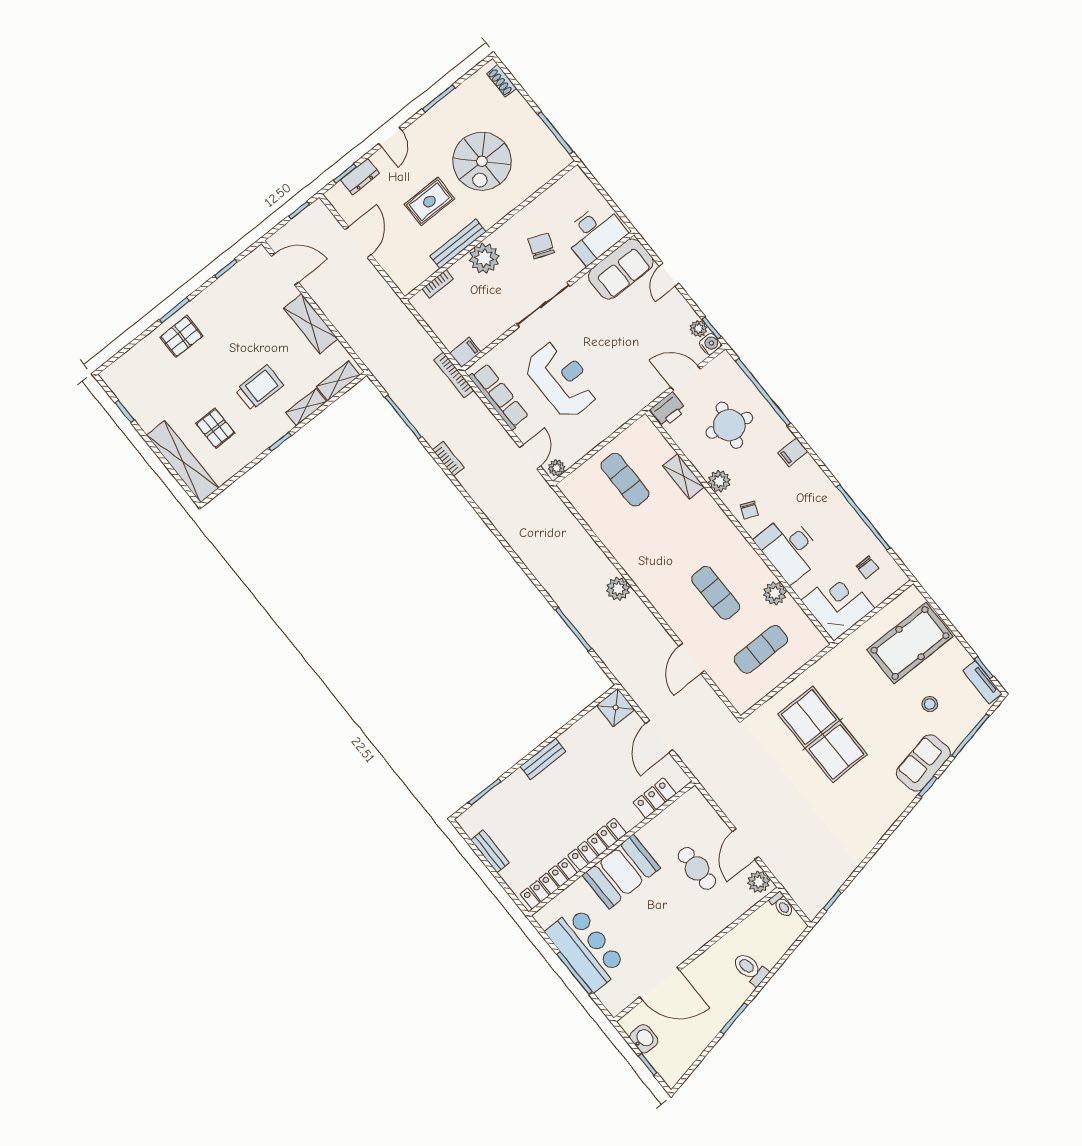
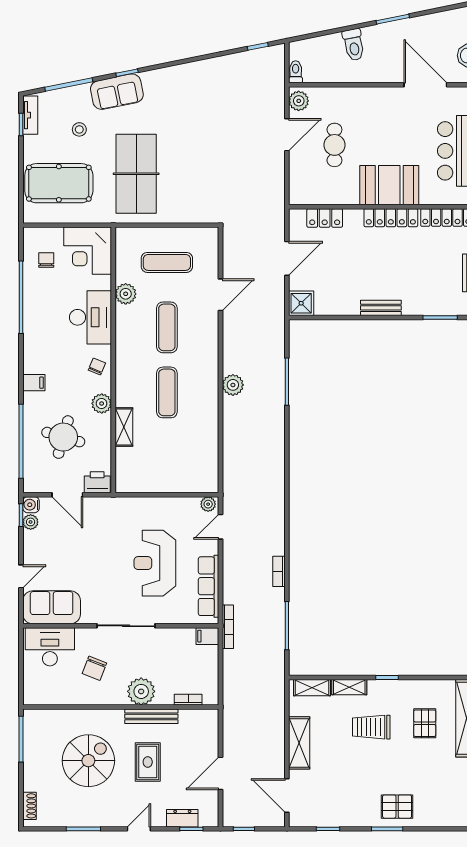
rug: (429, 201) -> (148, 762), turned 90
exercise mat: (625, 480) -> (167, 392), moved
table tennis table: (823, 734) -> (136, 174), moved

